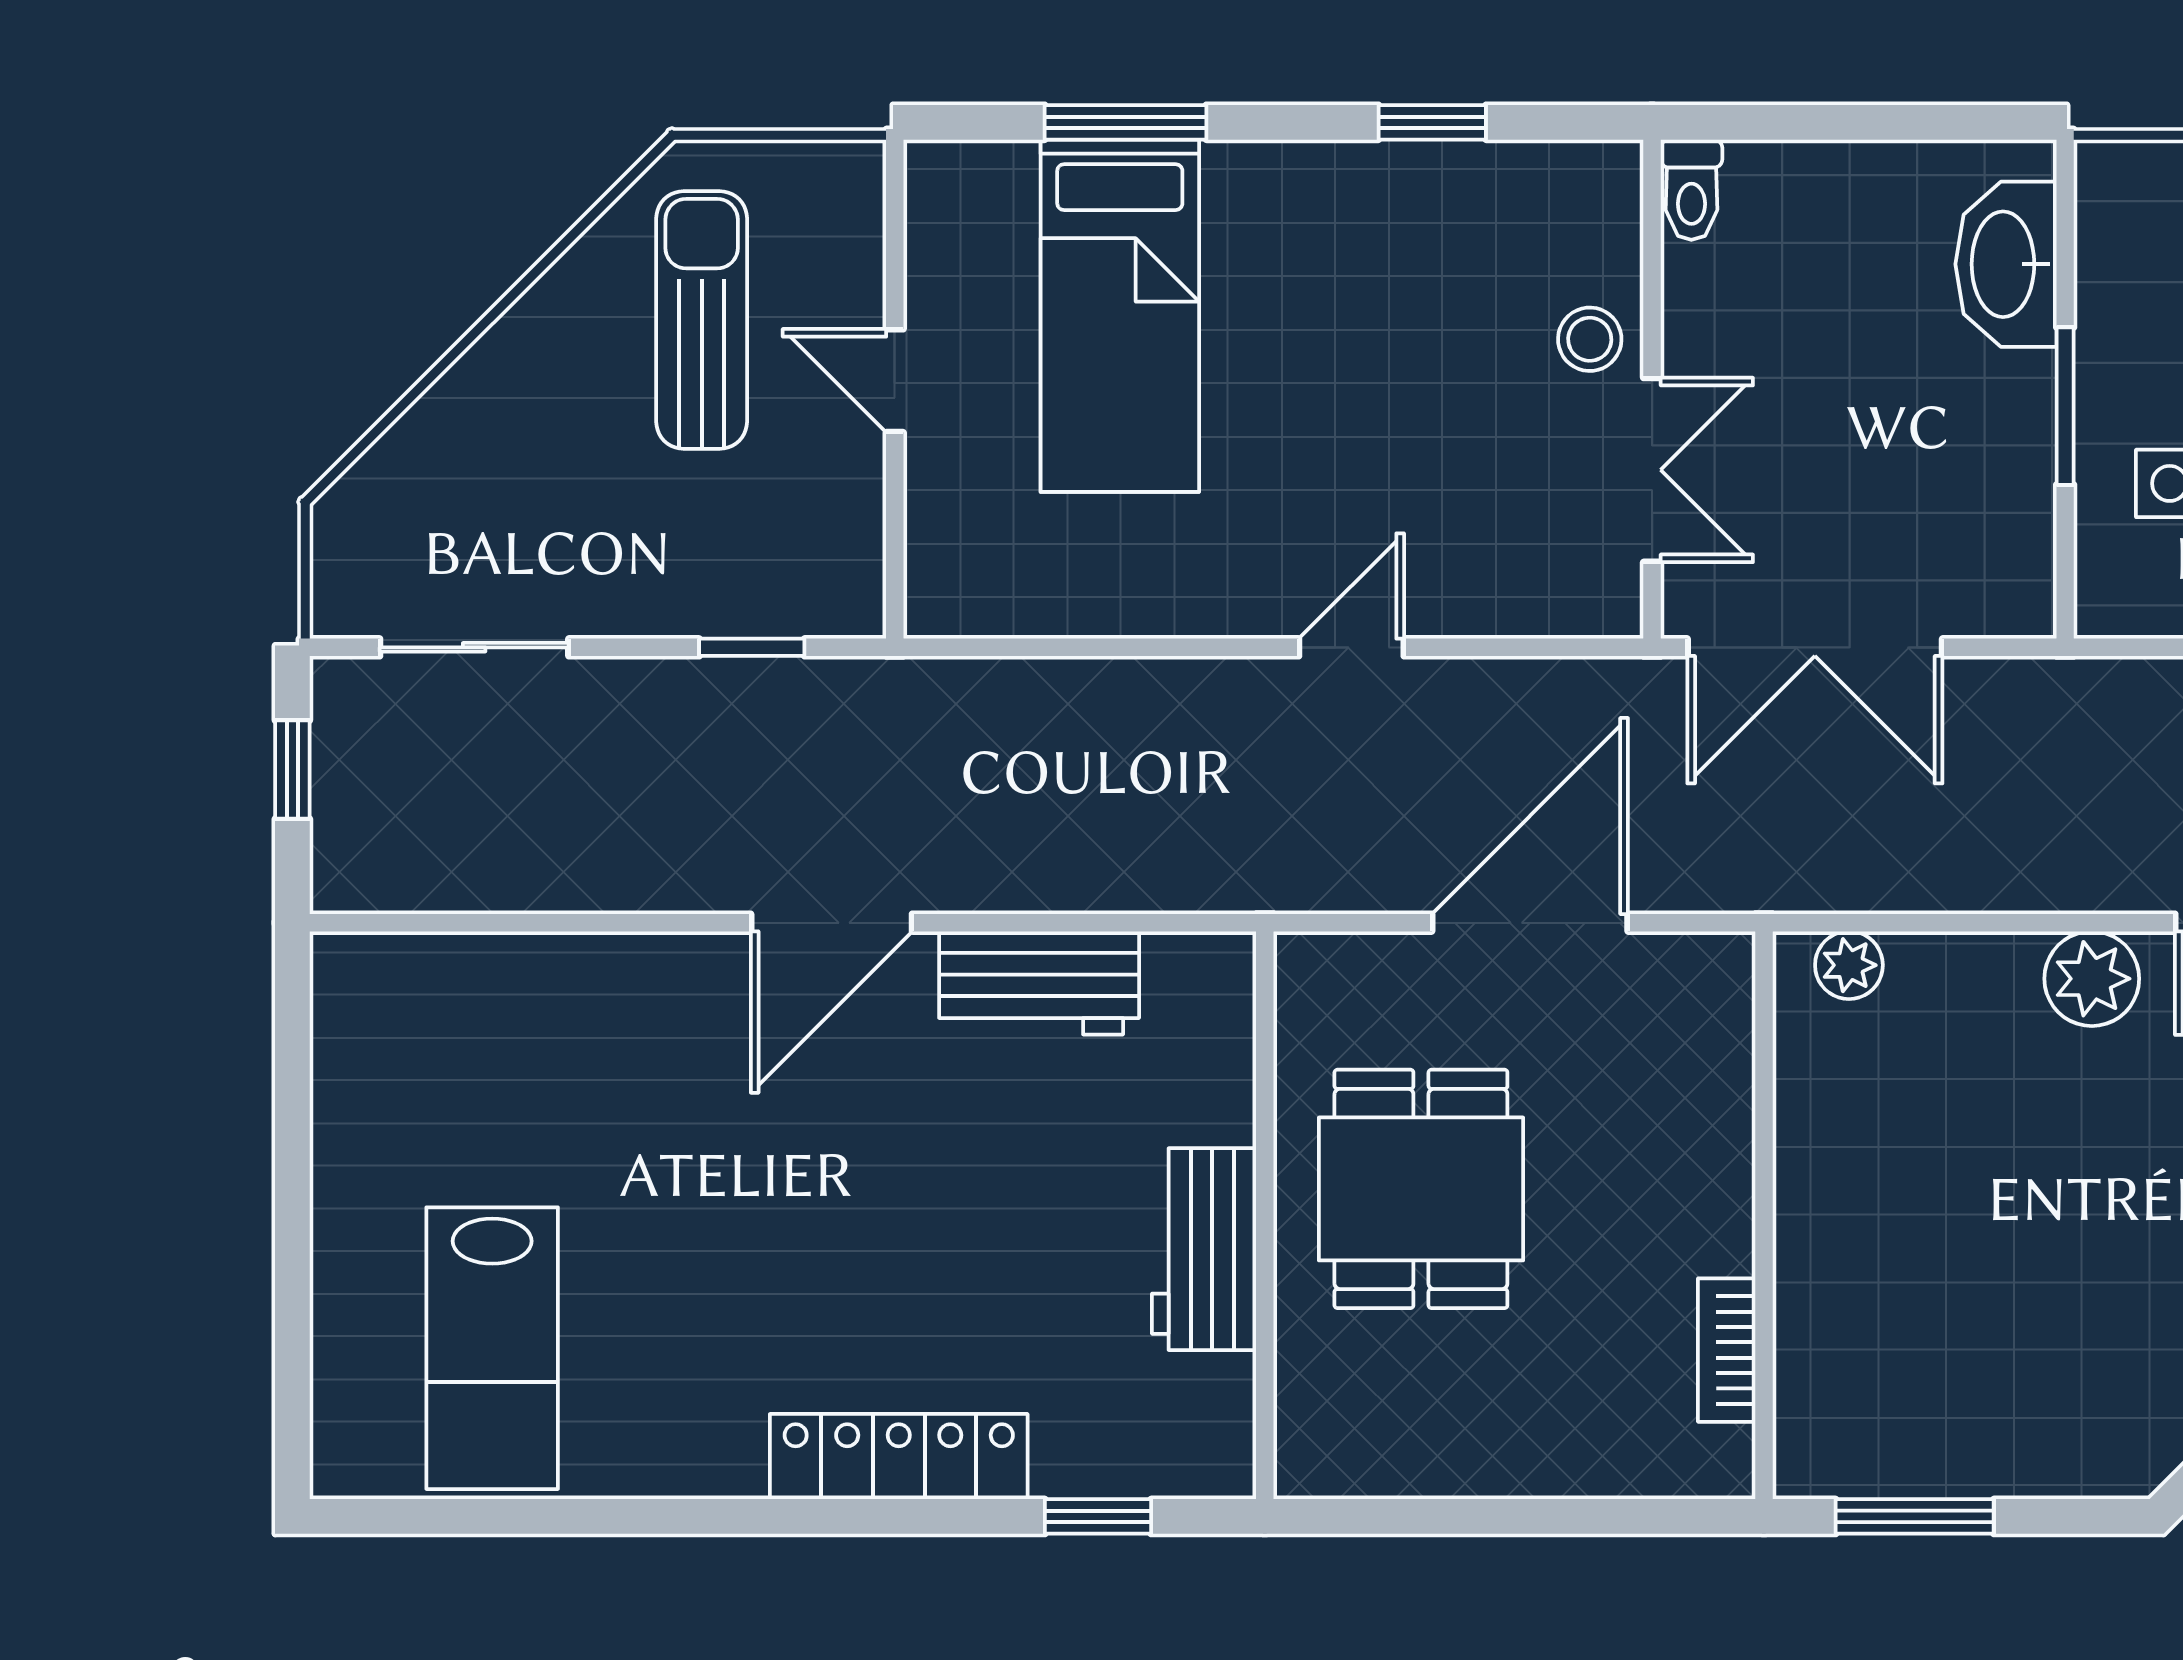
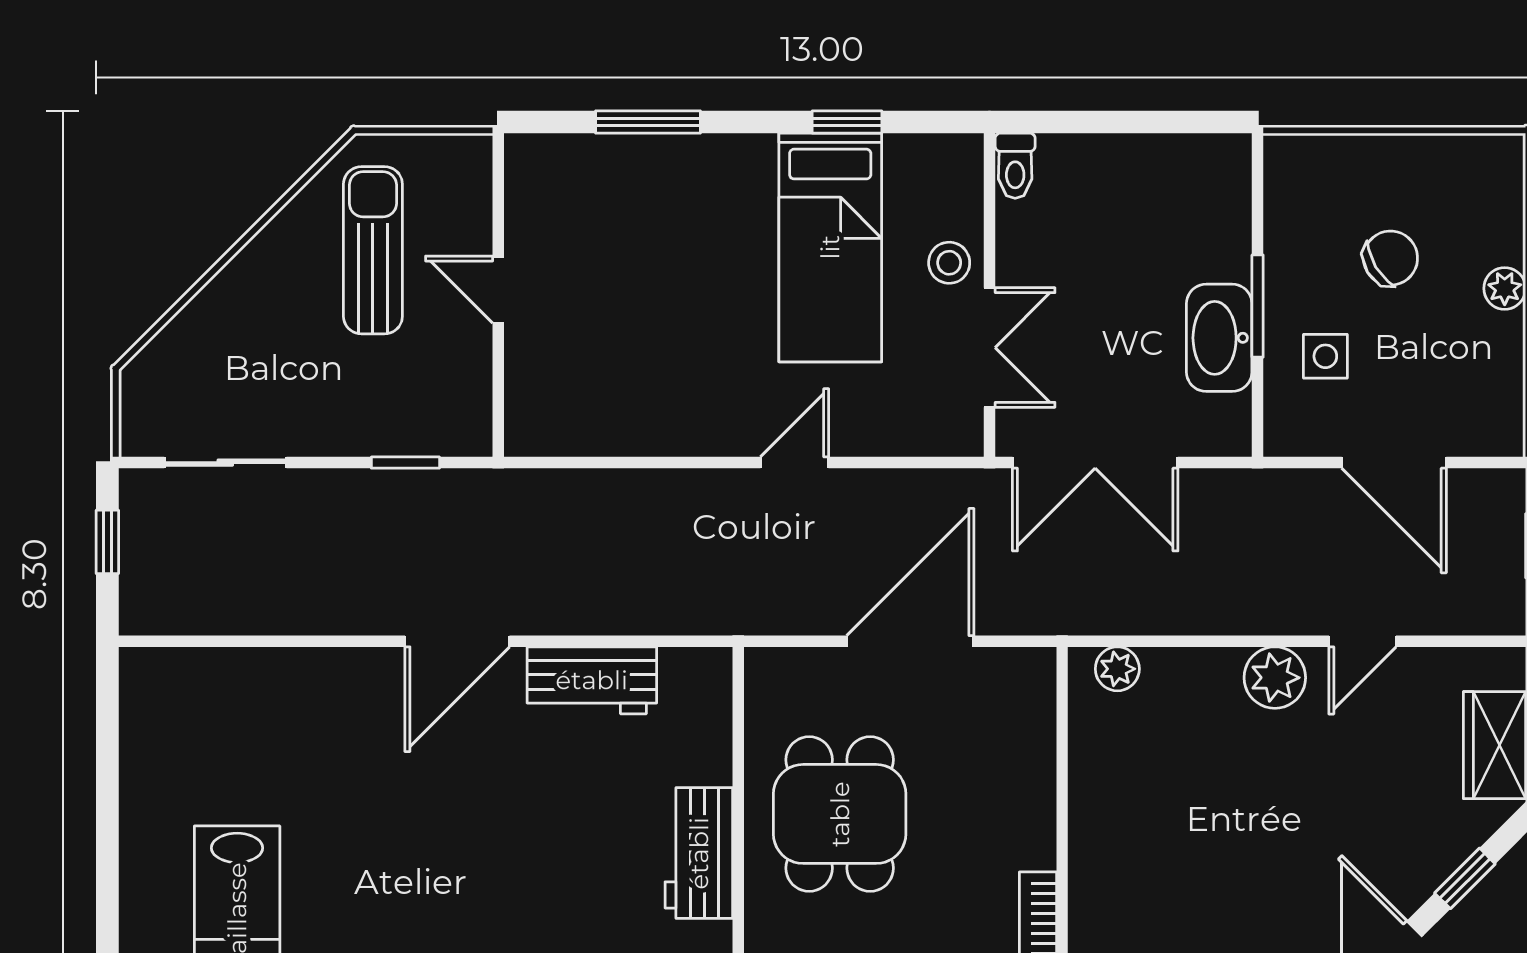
washbasin: (2006, 264) -> (1219, 338), moved
bed: (1120, 316) -> (830, 247), moved

